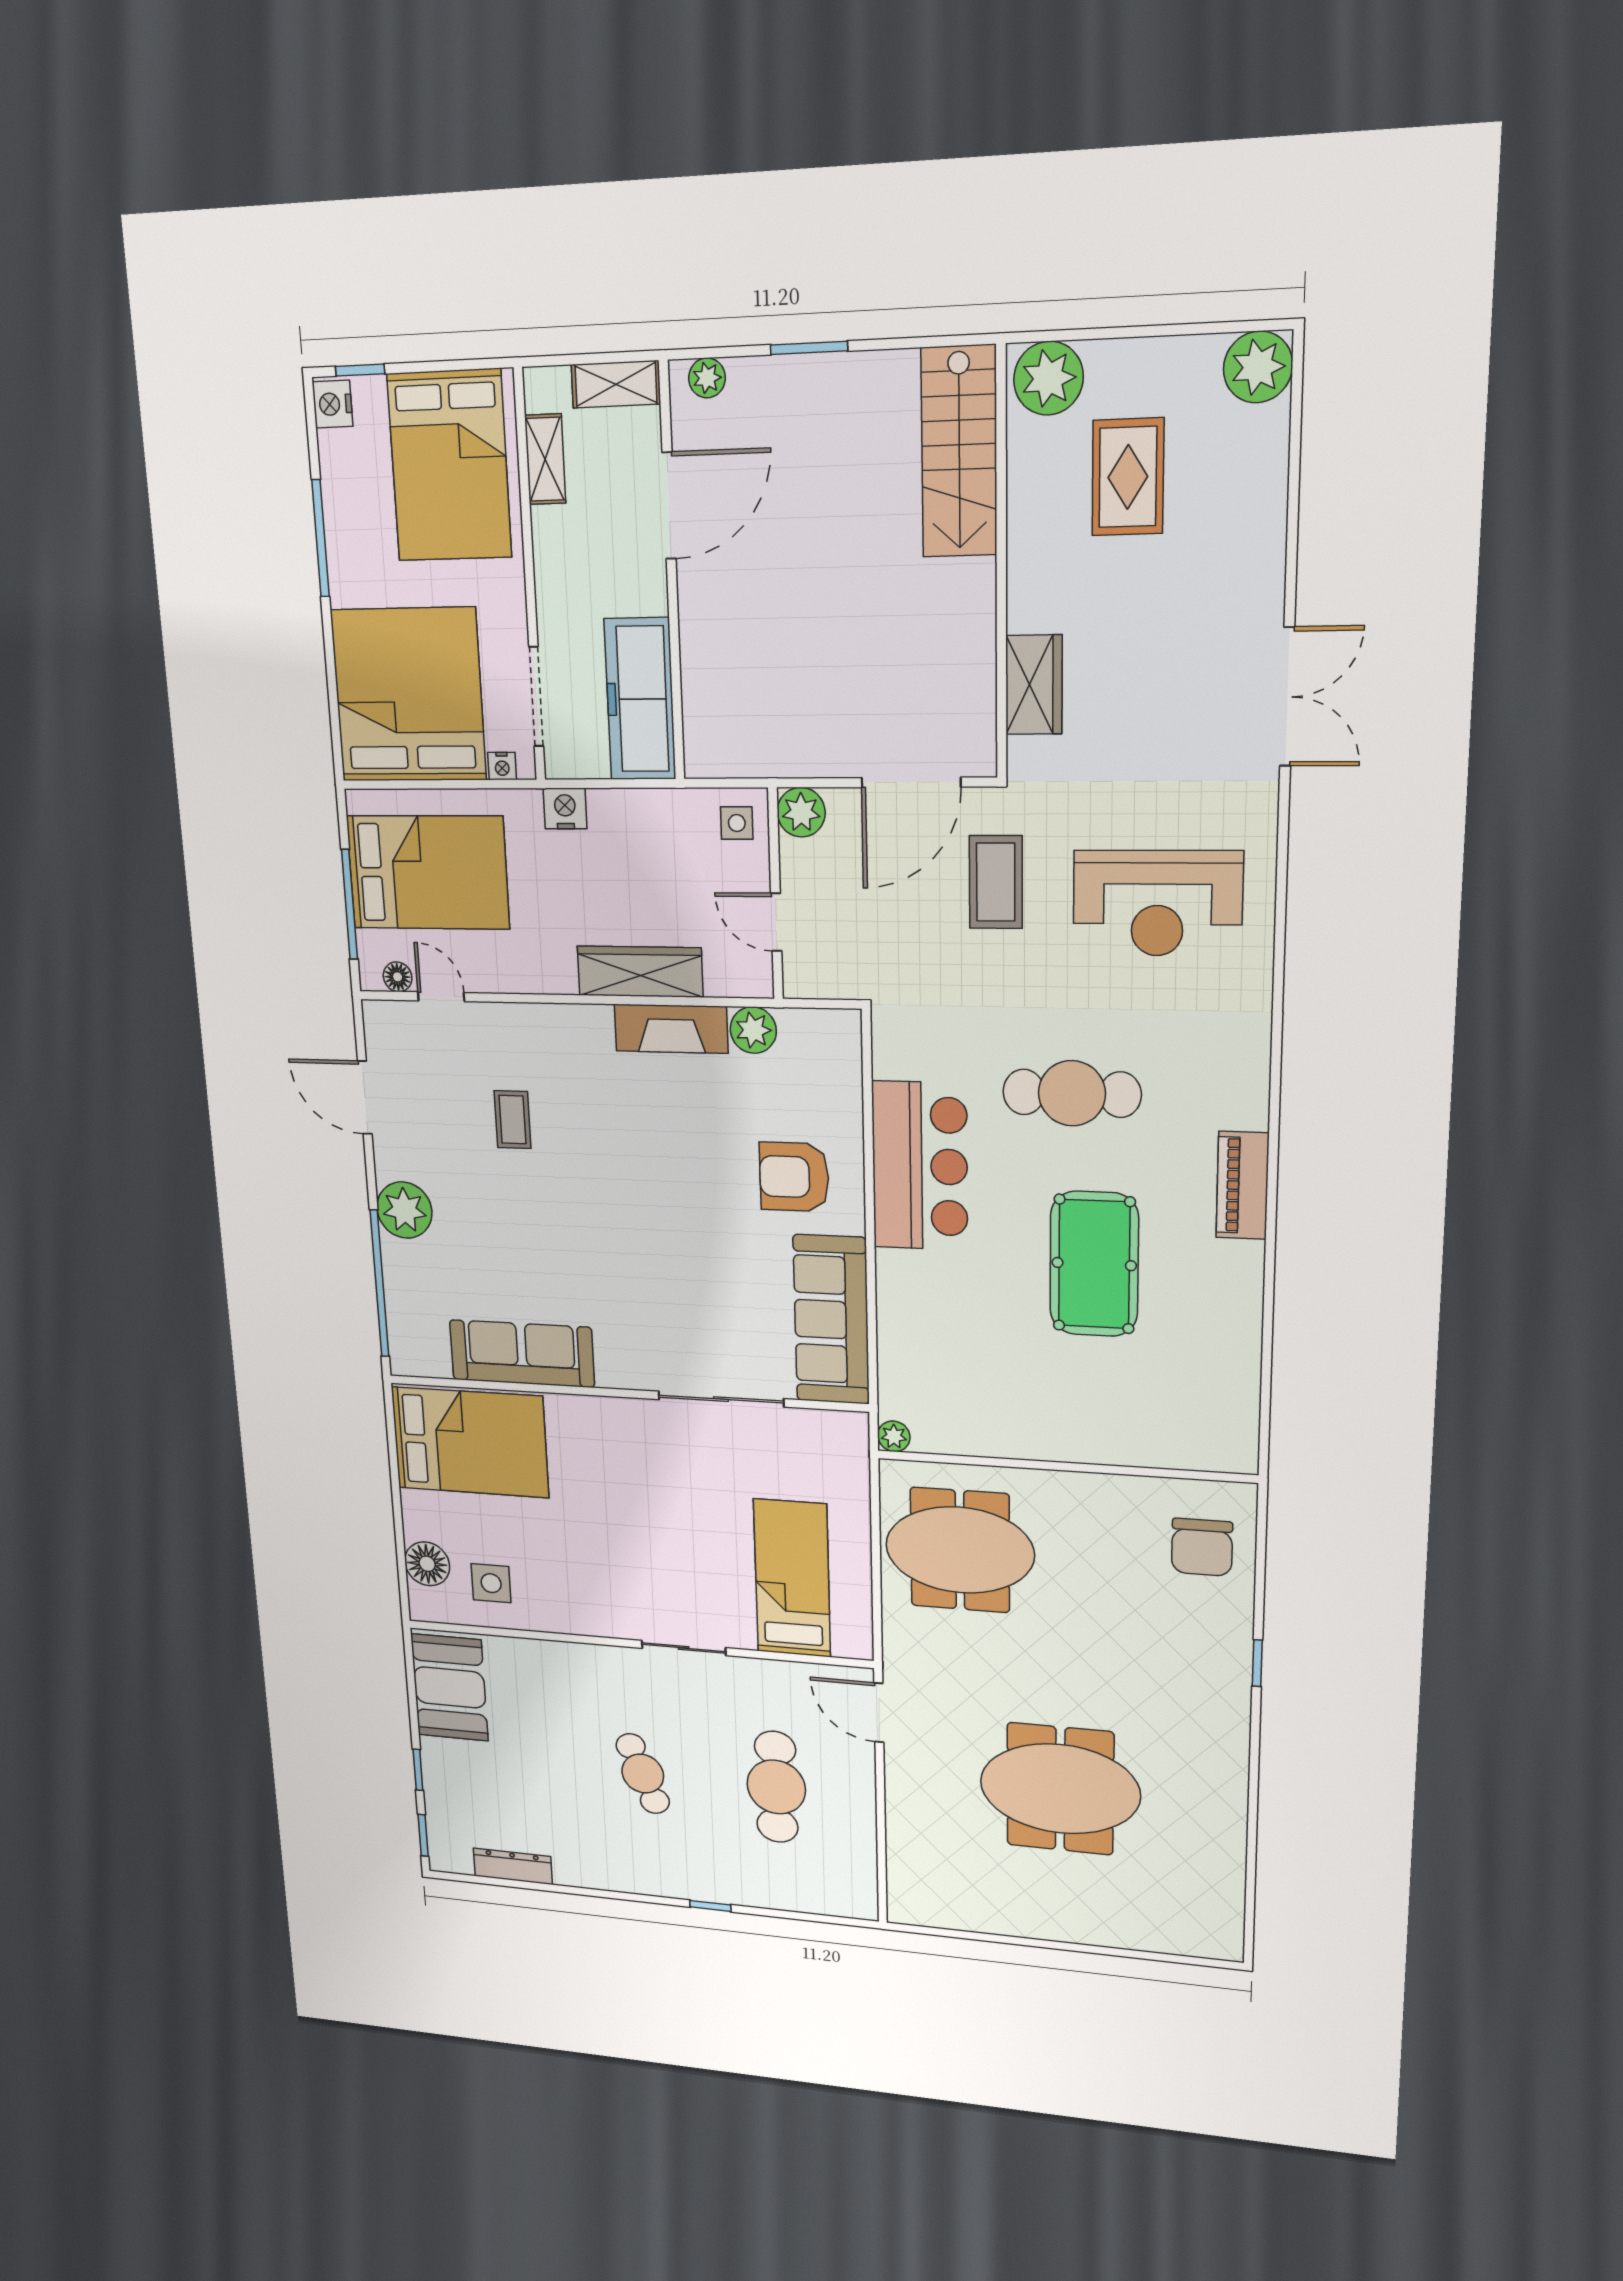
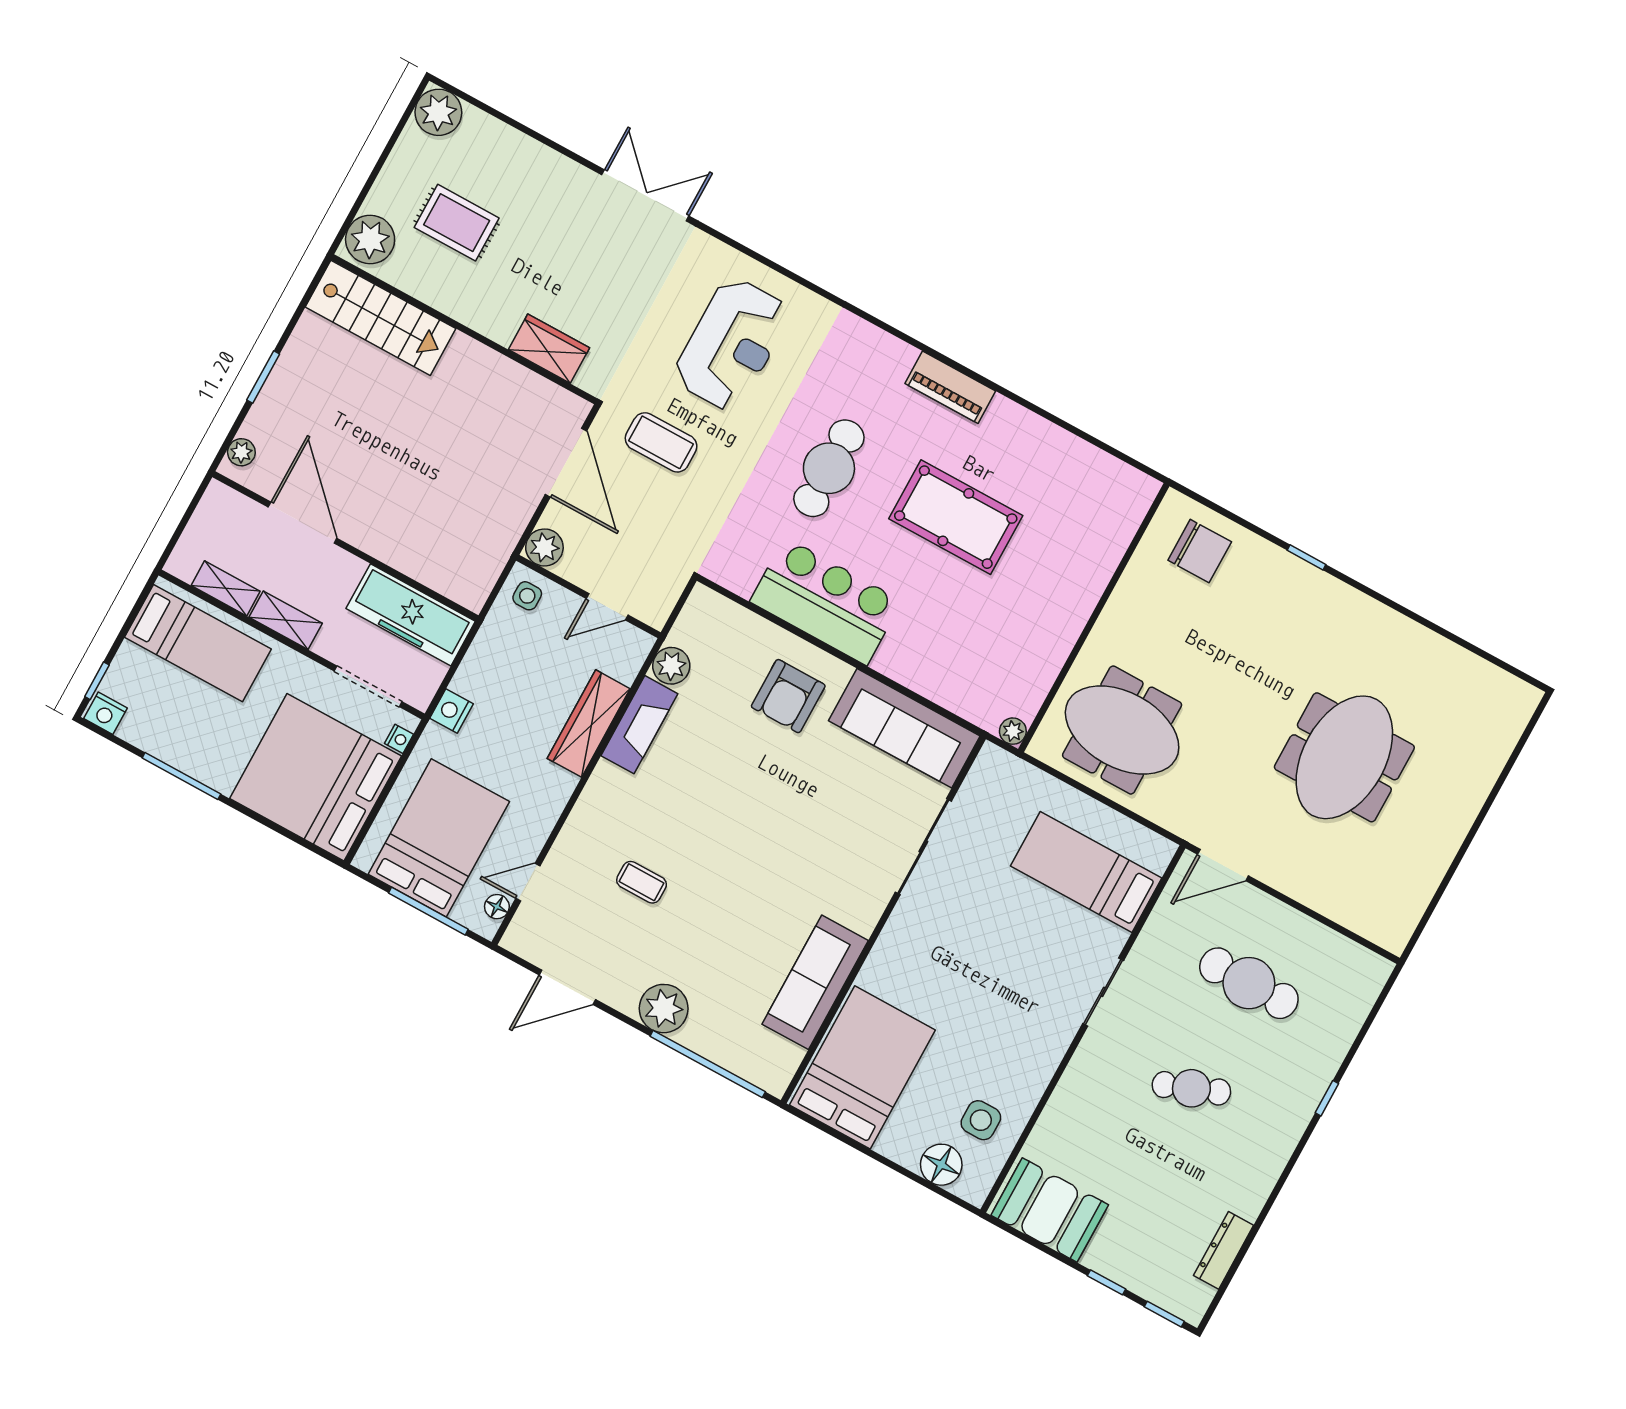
shelving: (616, 384) -> (286, 620), moved, turned 90
bed: (449, 466) -> (198, 643), width x0.67
meeting table: (960, 1550) -> (1122, 730), turned 90

